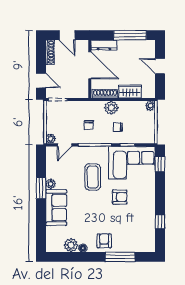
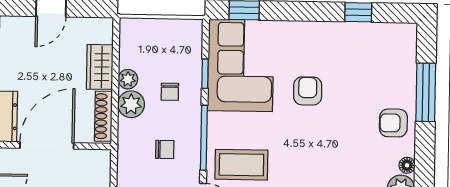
plant: (150, 106) -> (128, 79), moved
coffee table: (93, 177) -> (241, 165), moved

